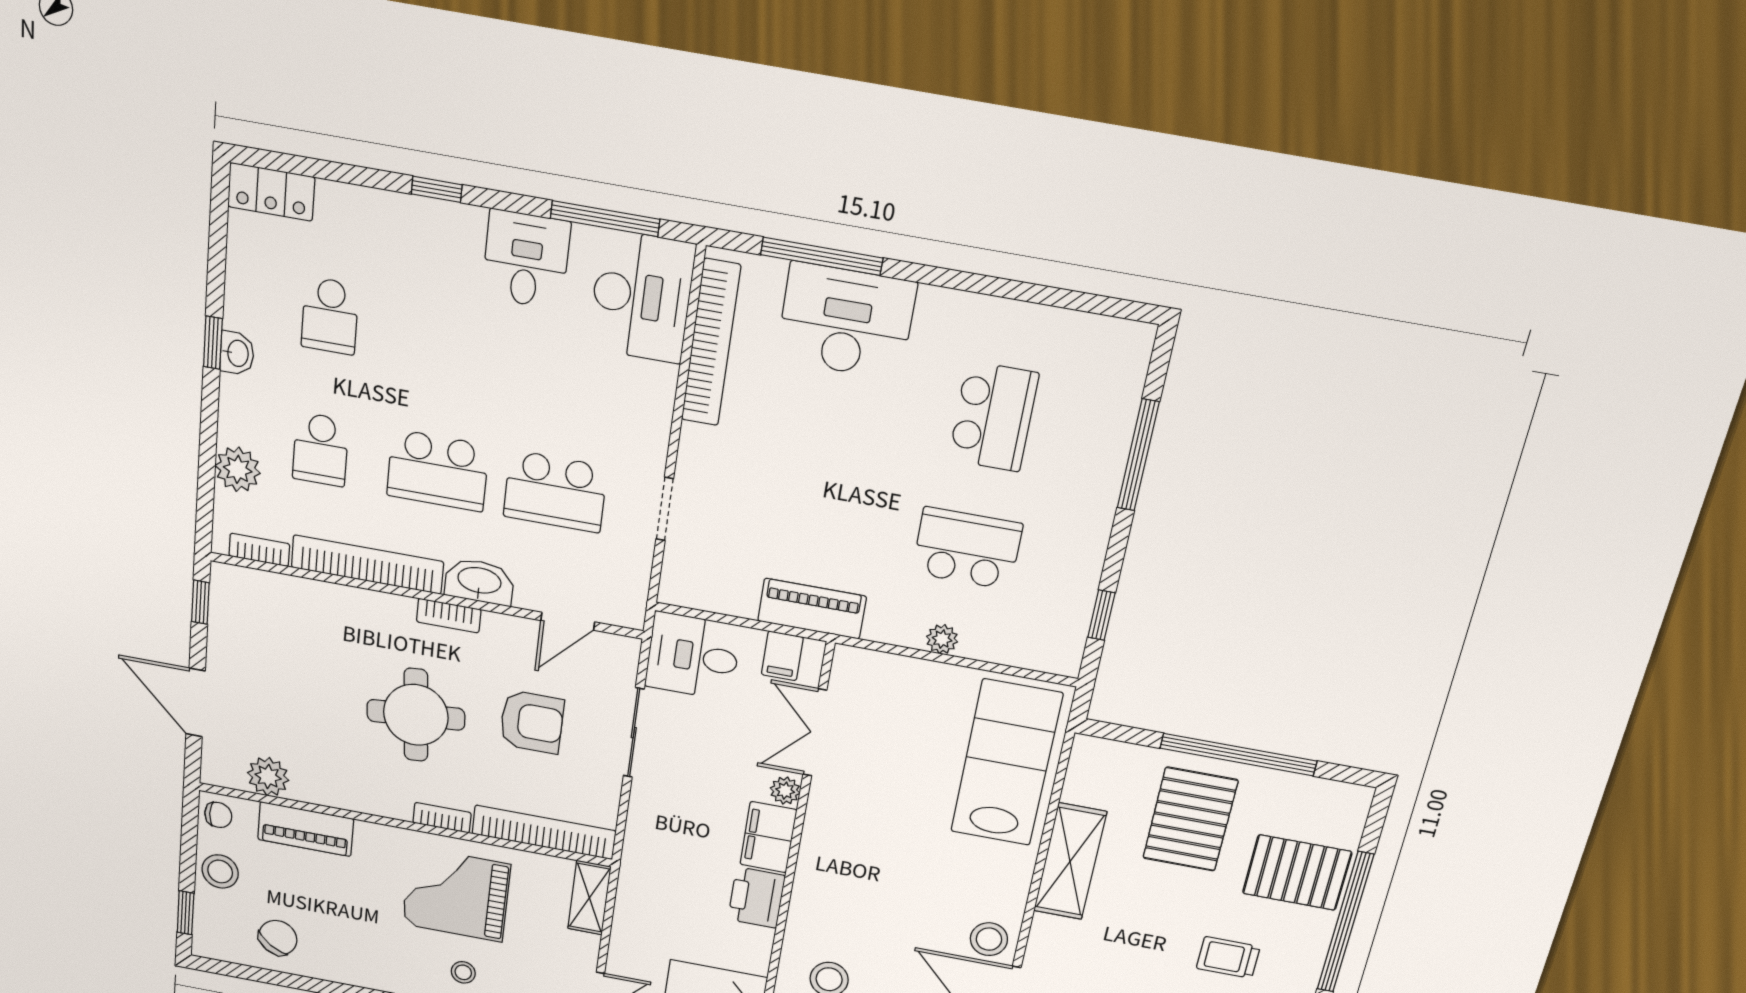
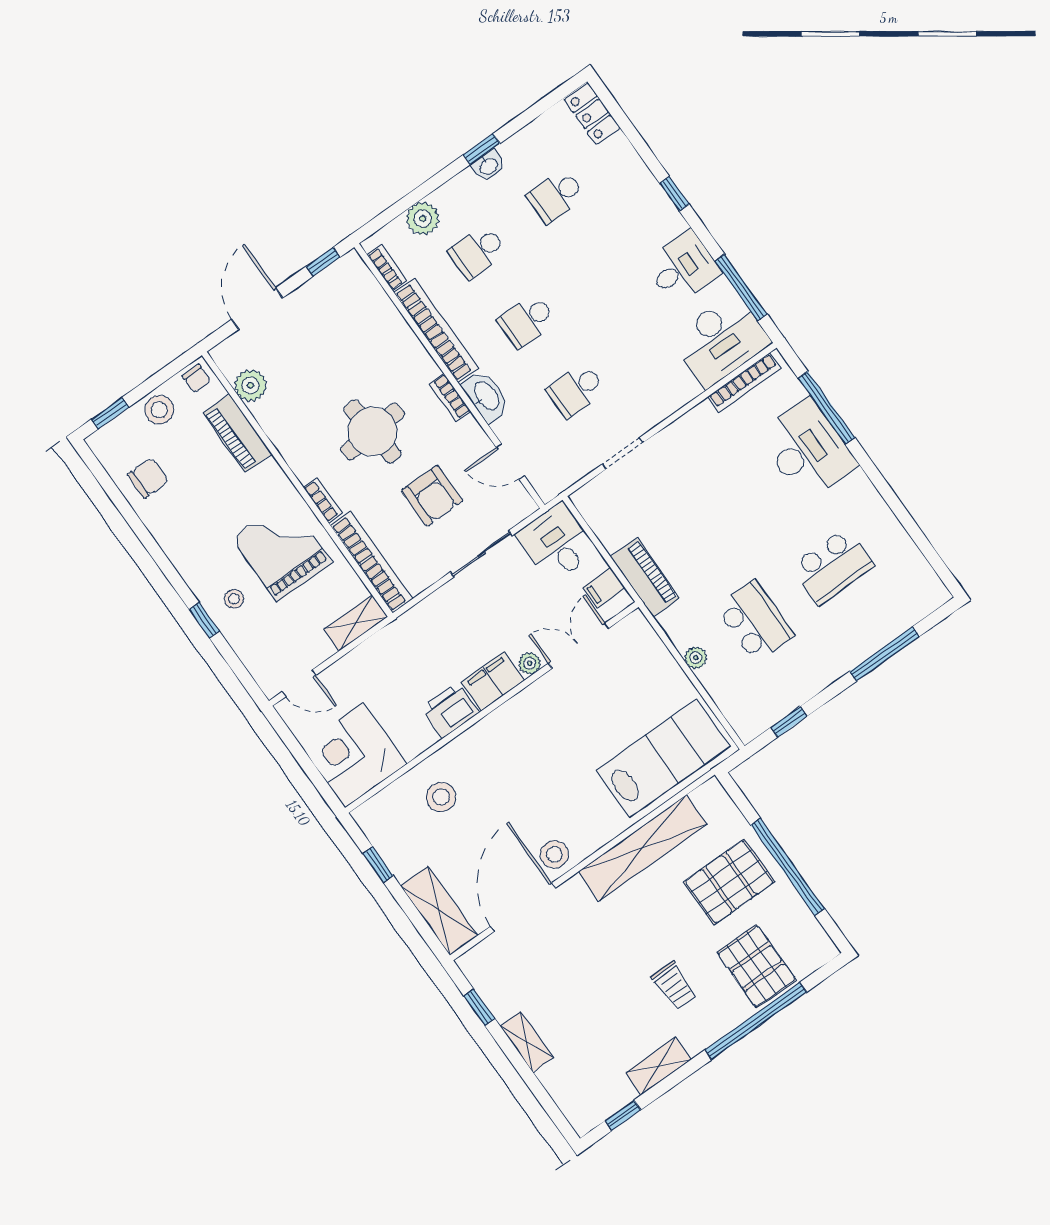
bookcase: (711, 343) -> (744, 382), width x0.68, depth x0.76
school desk: (438, 470) -> (527, 321), width x0.54
school desk: (555, 491) -> (576, 390), width x0.54
shelving: (1070, 862) -> (643, 848), width x1.47
chair: (278, 938) -> (148, 478), turned -35
trolley: (1228, 957) -> (674, 986), turned 180

